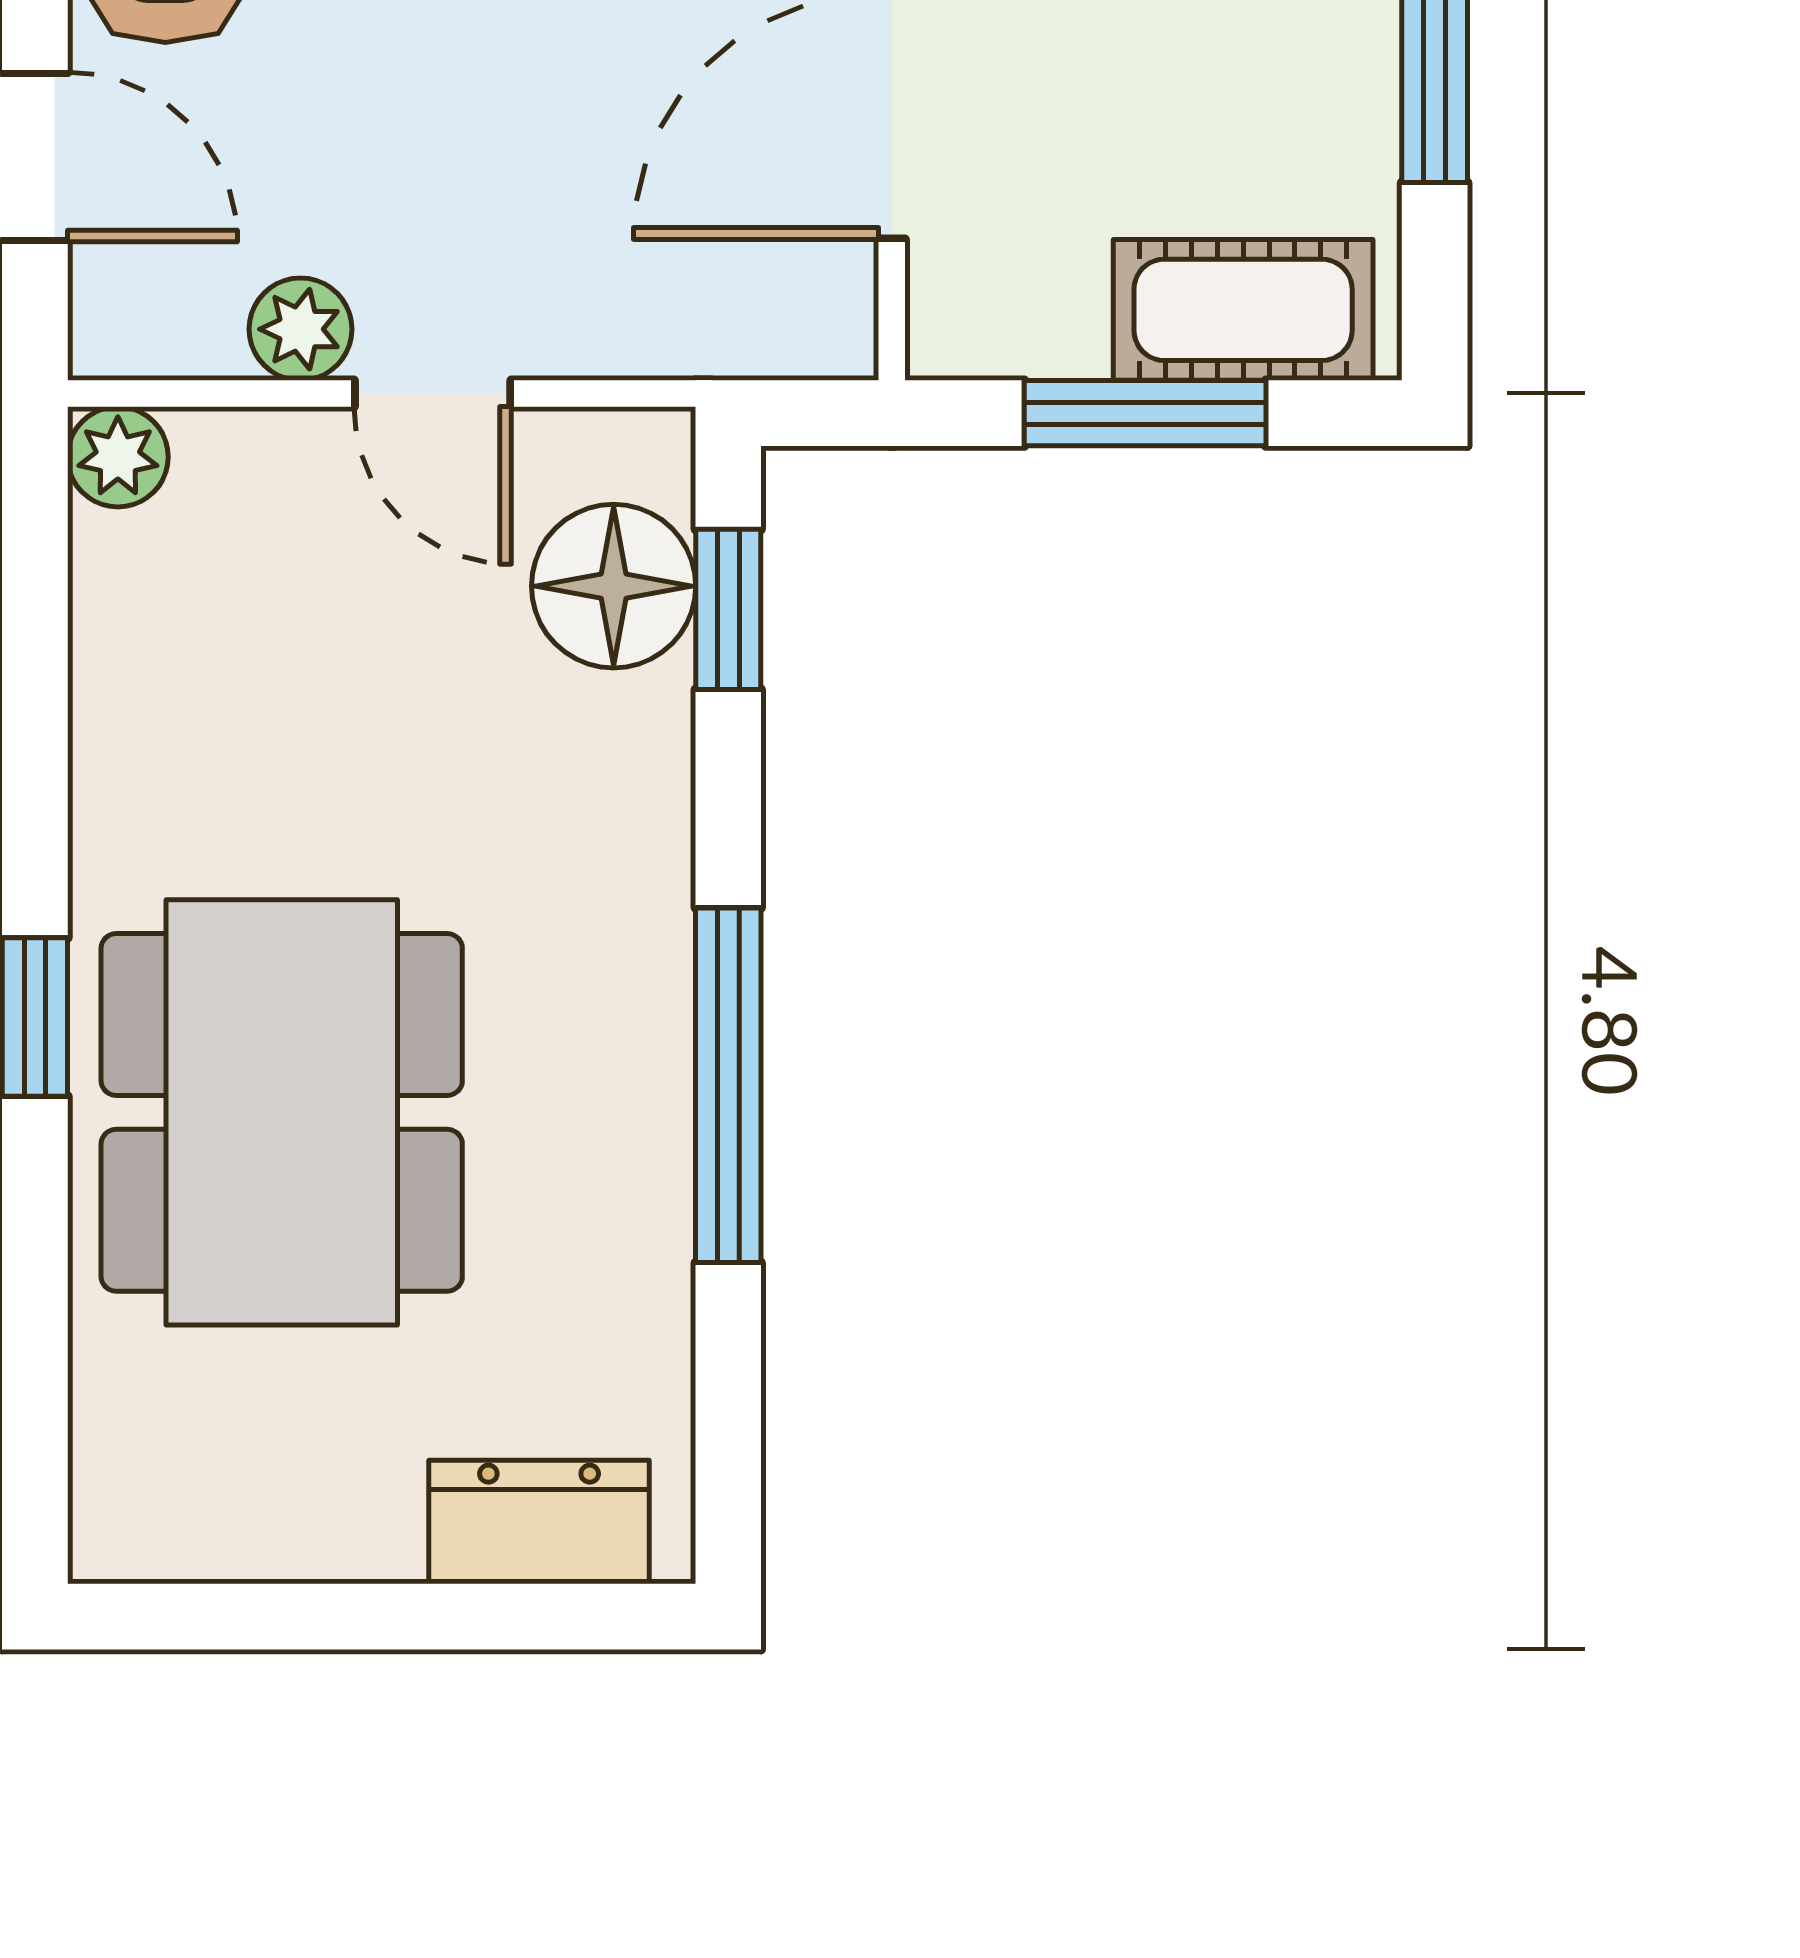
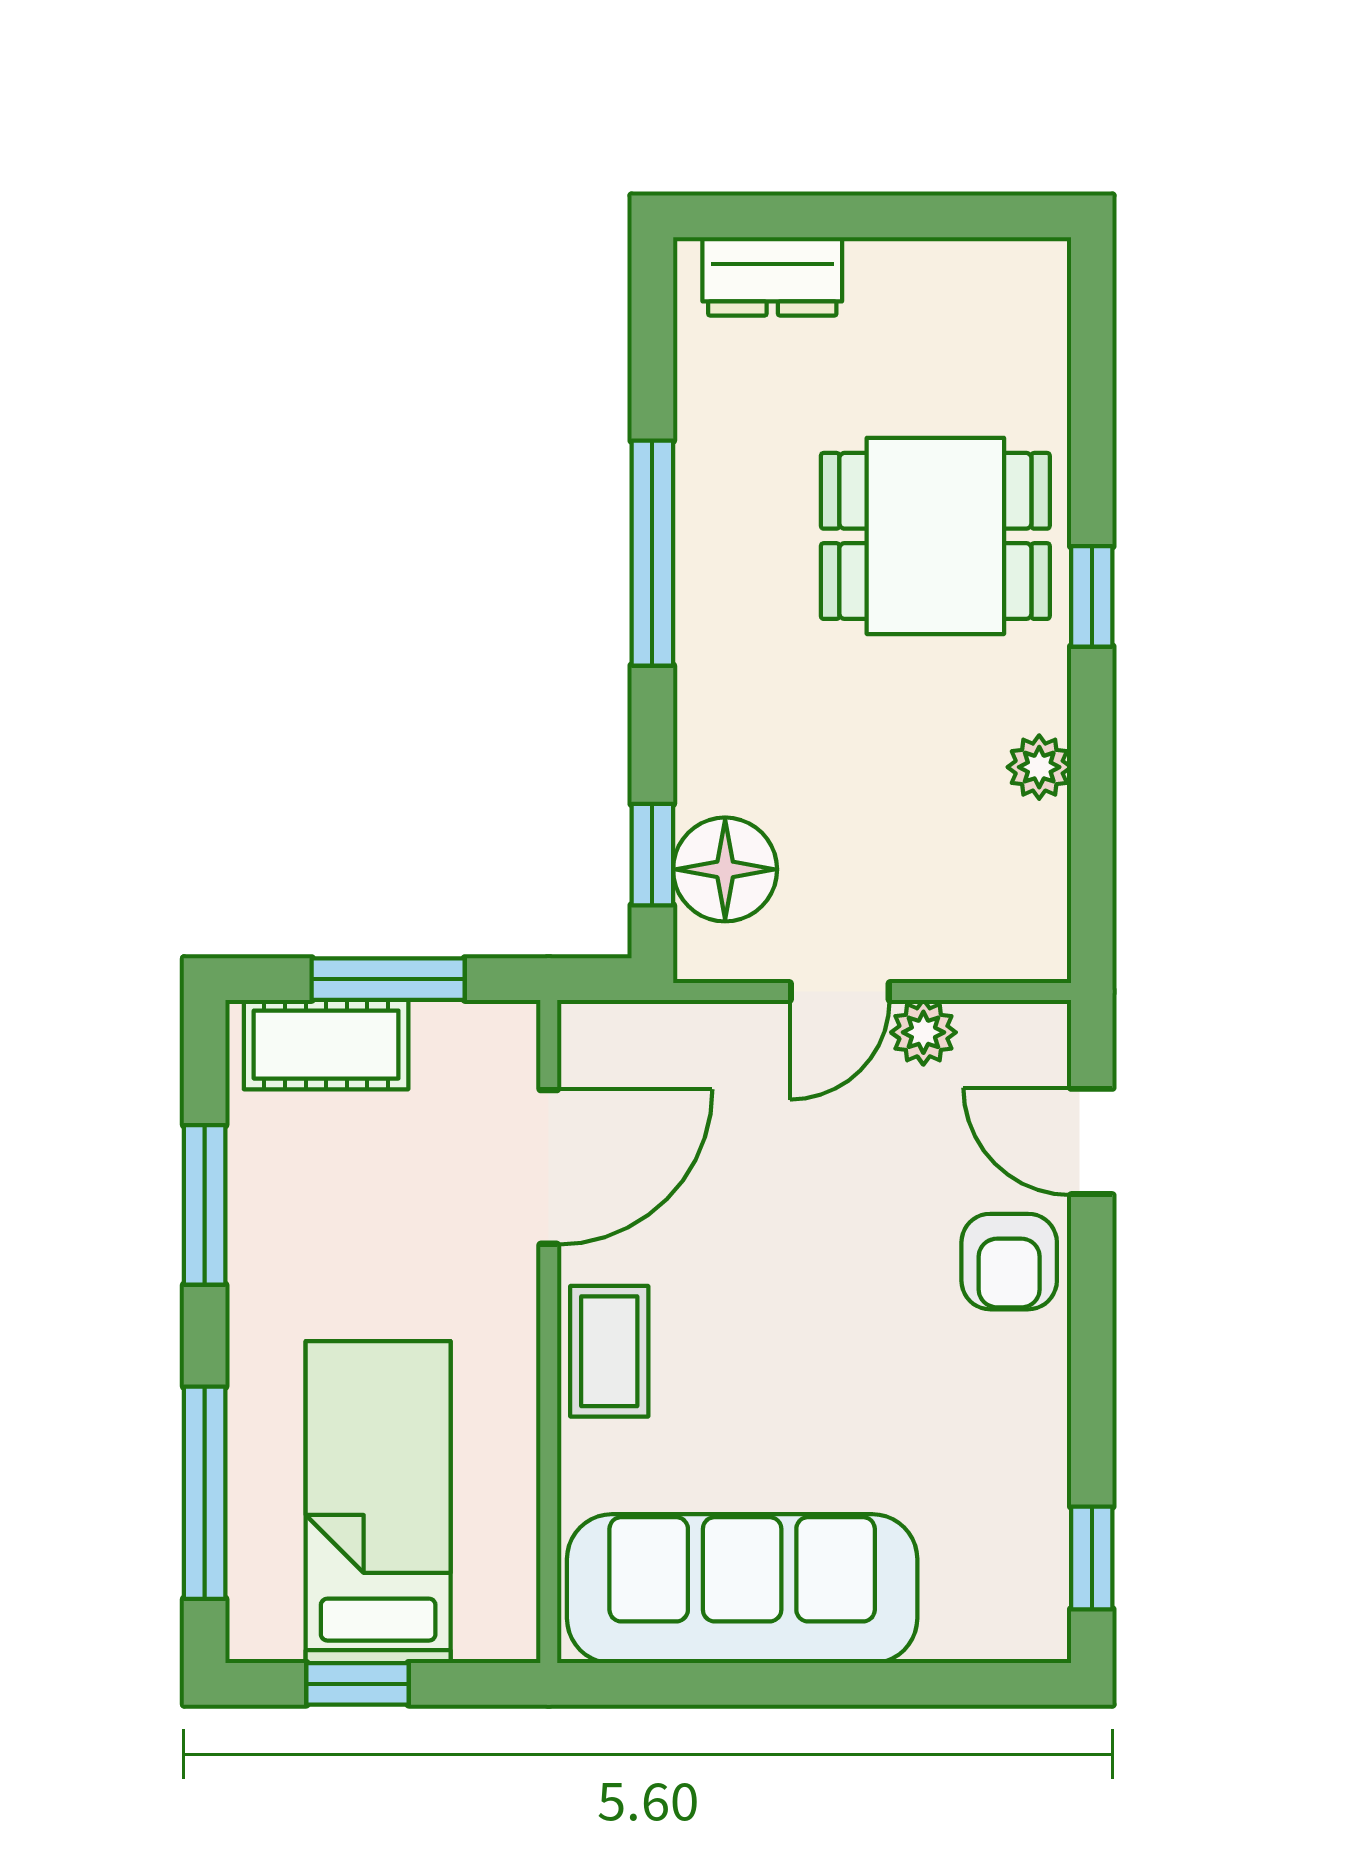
door: (433, 393) -> (840, 992), swing flipped
plant: (118, 457) -> (1039, 767), moved
dining table: (282, 1112) -> (935, 536), width x0.73

